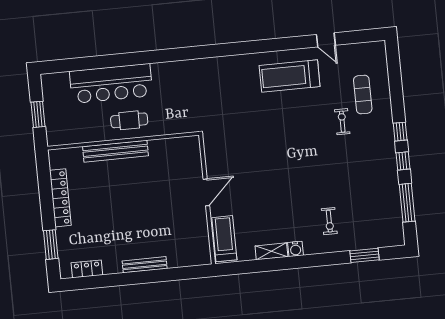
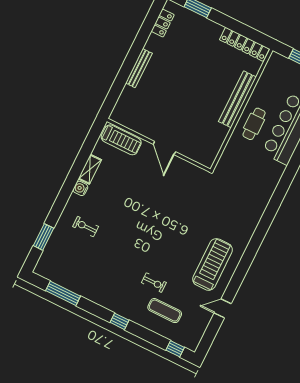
window: (403, 161) -> (175, 349), moved
locker: (60, 198) -> (244, 44), moved

